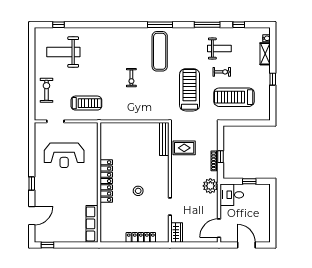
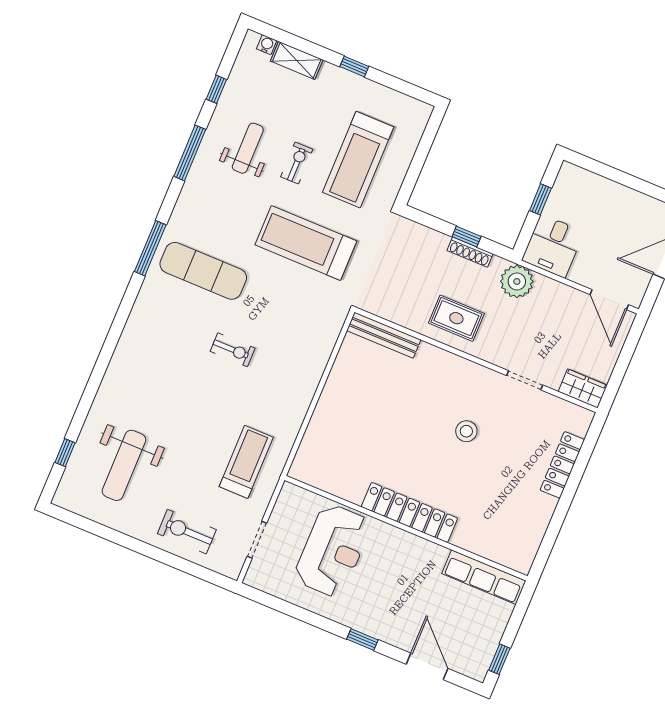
rug: (184, 148) -> (456, 318), moved, turned 90
locker: (106, 181) -> (409, 512), moved
wall: (99, 182) -> (406, 528), moved
row of seats: (92, 224) -> (484, 577), moved

